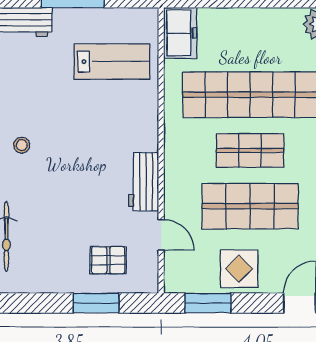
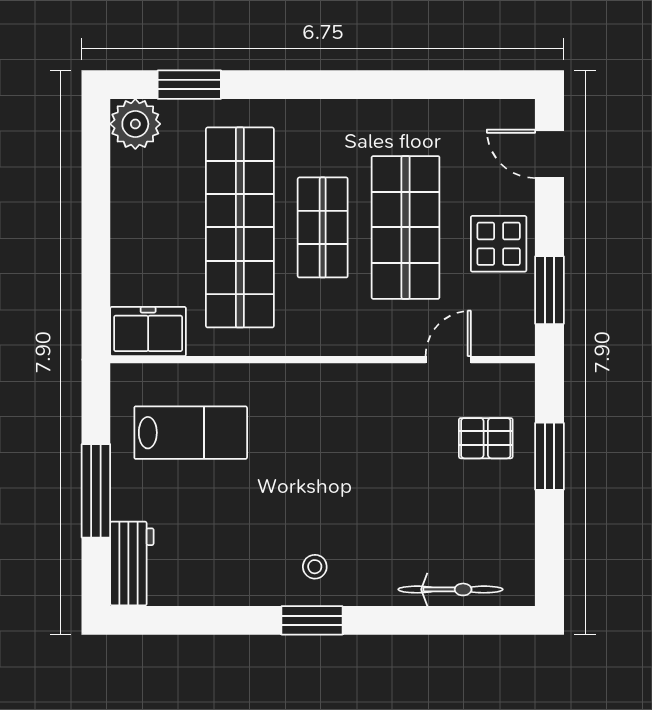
lab bench: (112, 62) -> (191, 433), turned 90
workbench: (144, 182) -> (369, 386), removed
pallet: (108, 260) -> (486, 438), turned 90

